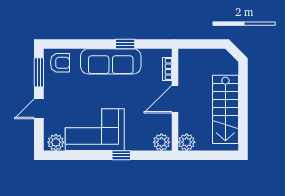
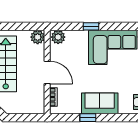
sofa: (111, 61) -> (100, 103), width x0.73
door: (175, 99) -> (47, 72), hinge flipped

